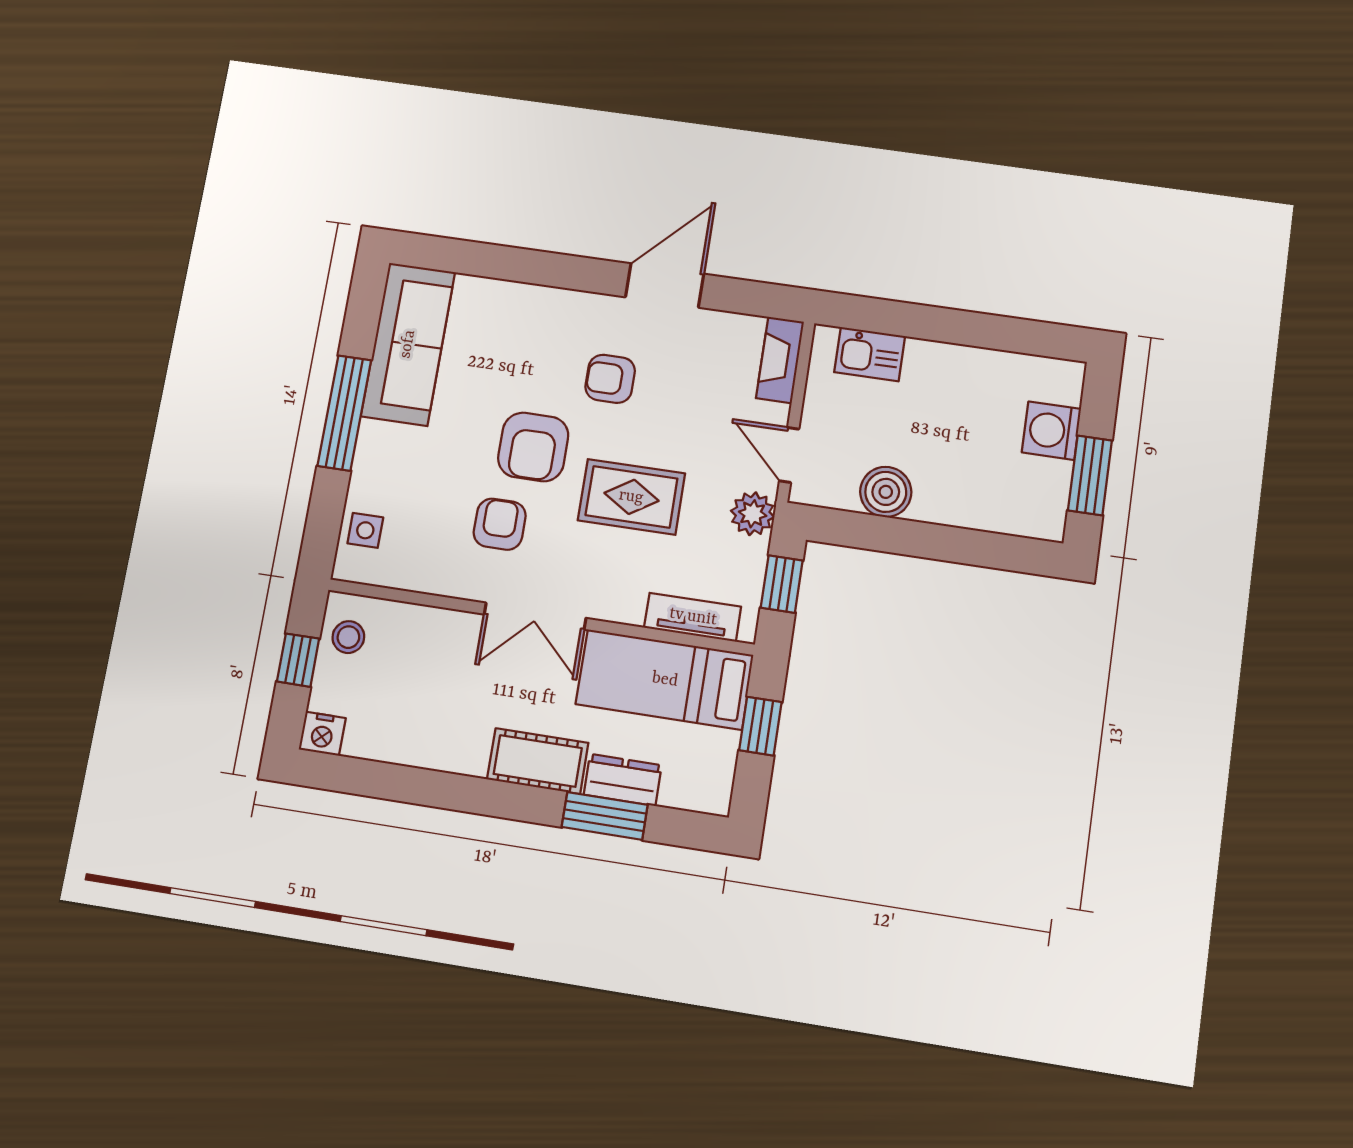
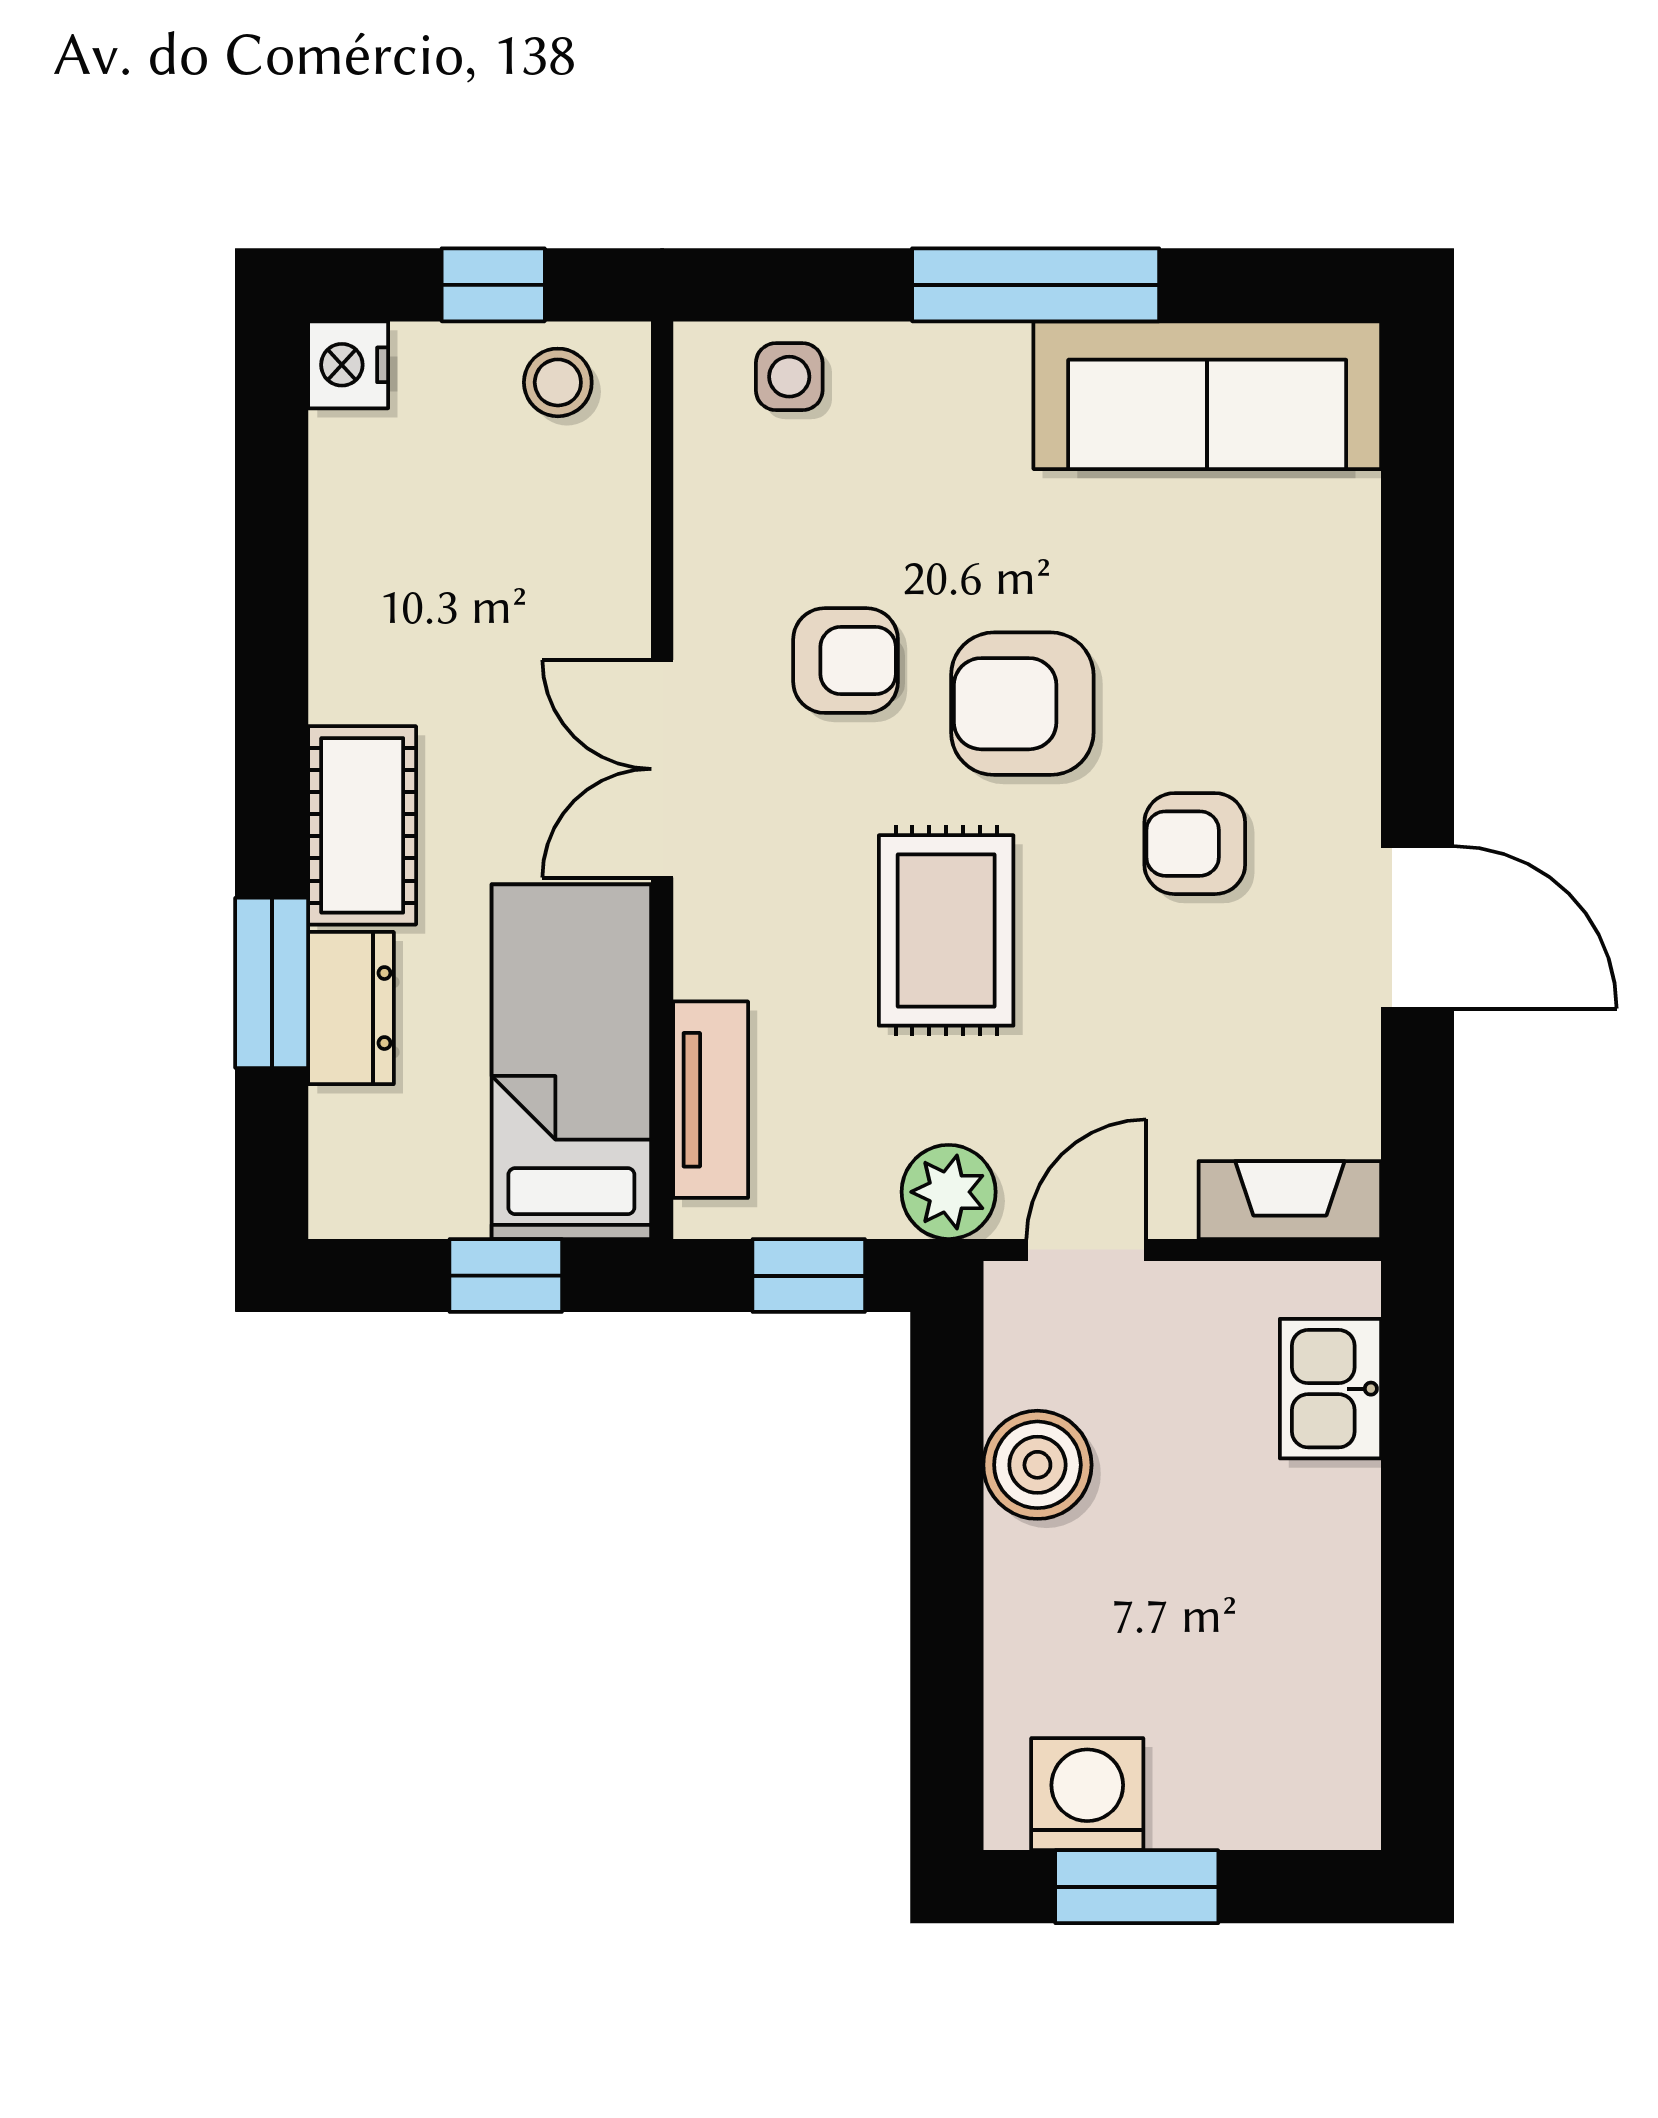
armchair: (610, 379) -> (1195, 844), turned -90
washing machine: (1051, 431) -> (1087, 1794), moved

